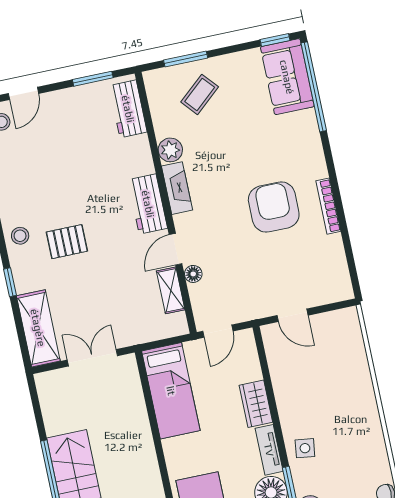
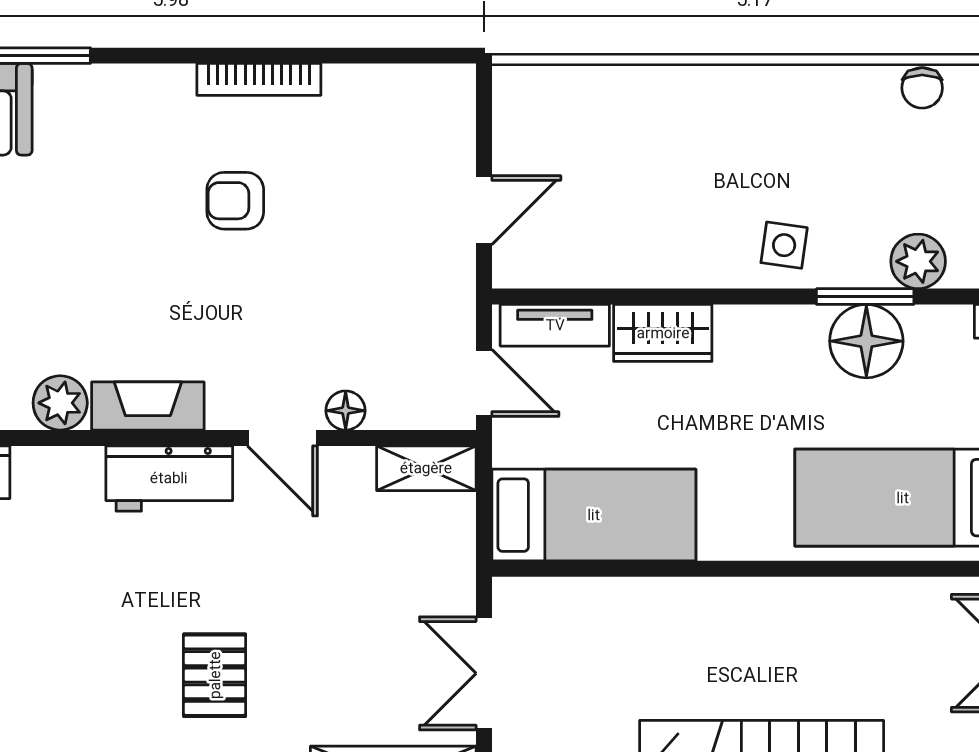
armchair: (274, 207) -> (235, 201), width x0.53, depth x0.53
shelving: (171, 290) -> (426, 468), moved
tv unit: (269, 450) -> (555, 325), moved

